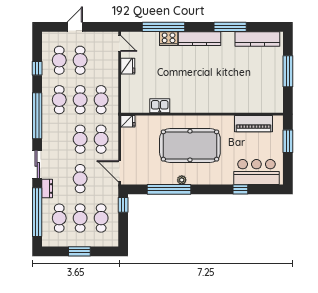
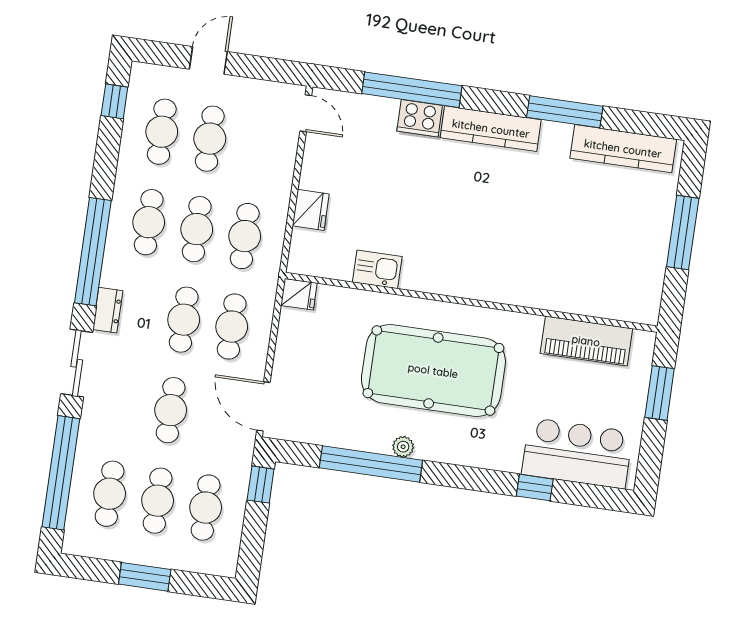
fridge: (128, 66) -> (311, 210), moved
window: (37, 68) -> (114, 101), moved
dresser: (47, 188) -> (108, 310), moved

